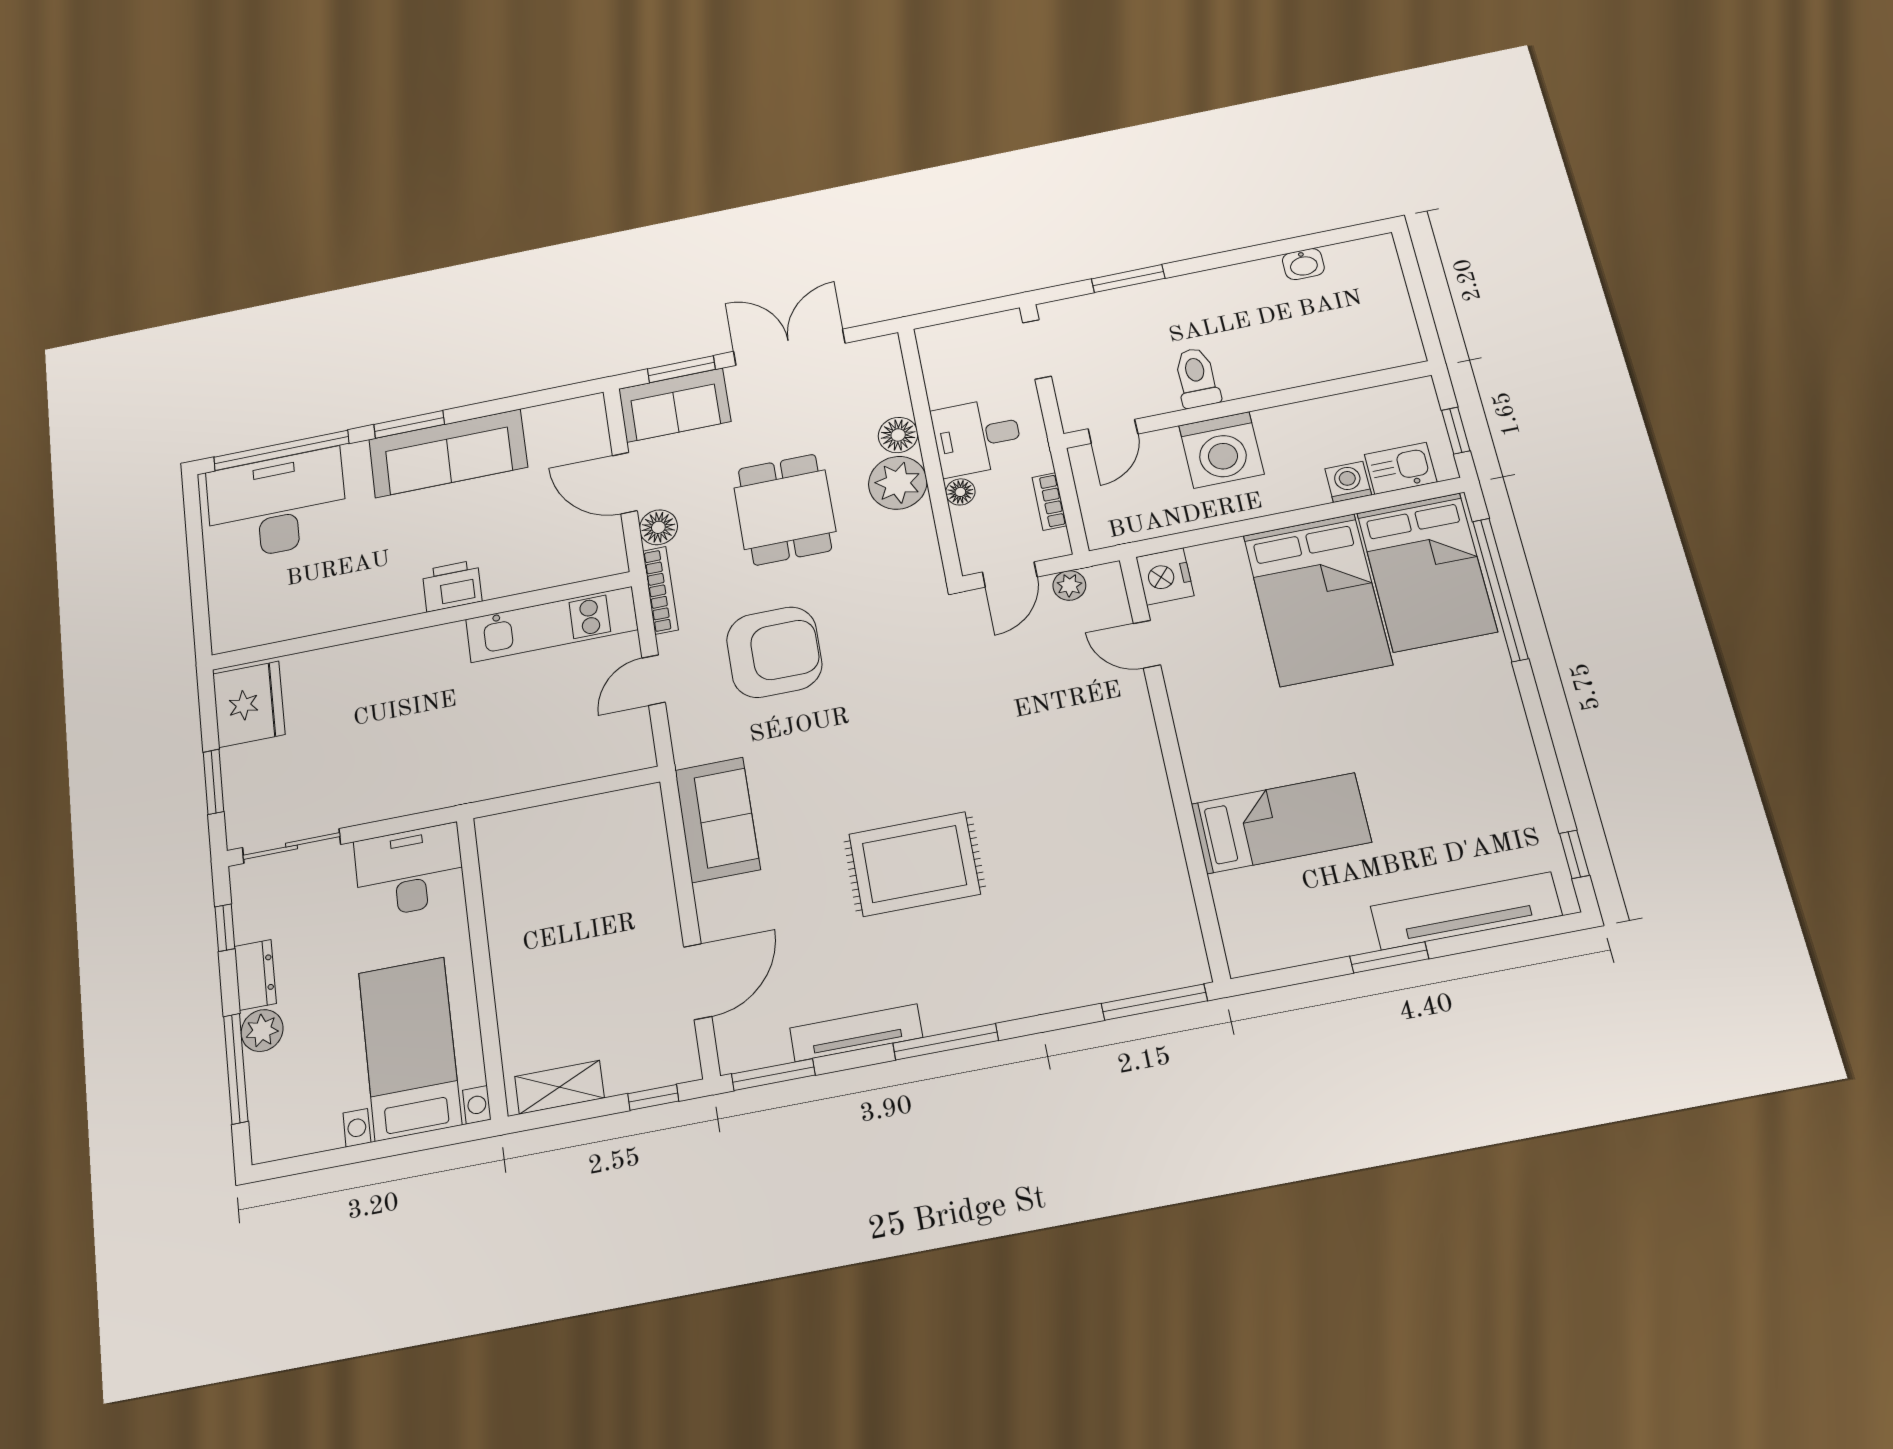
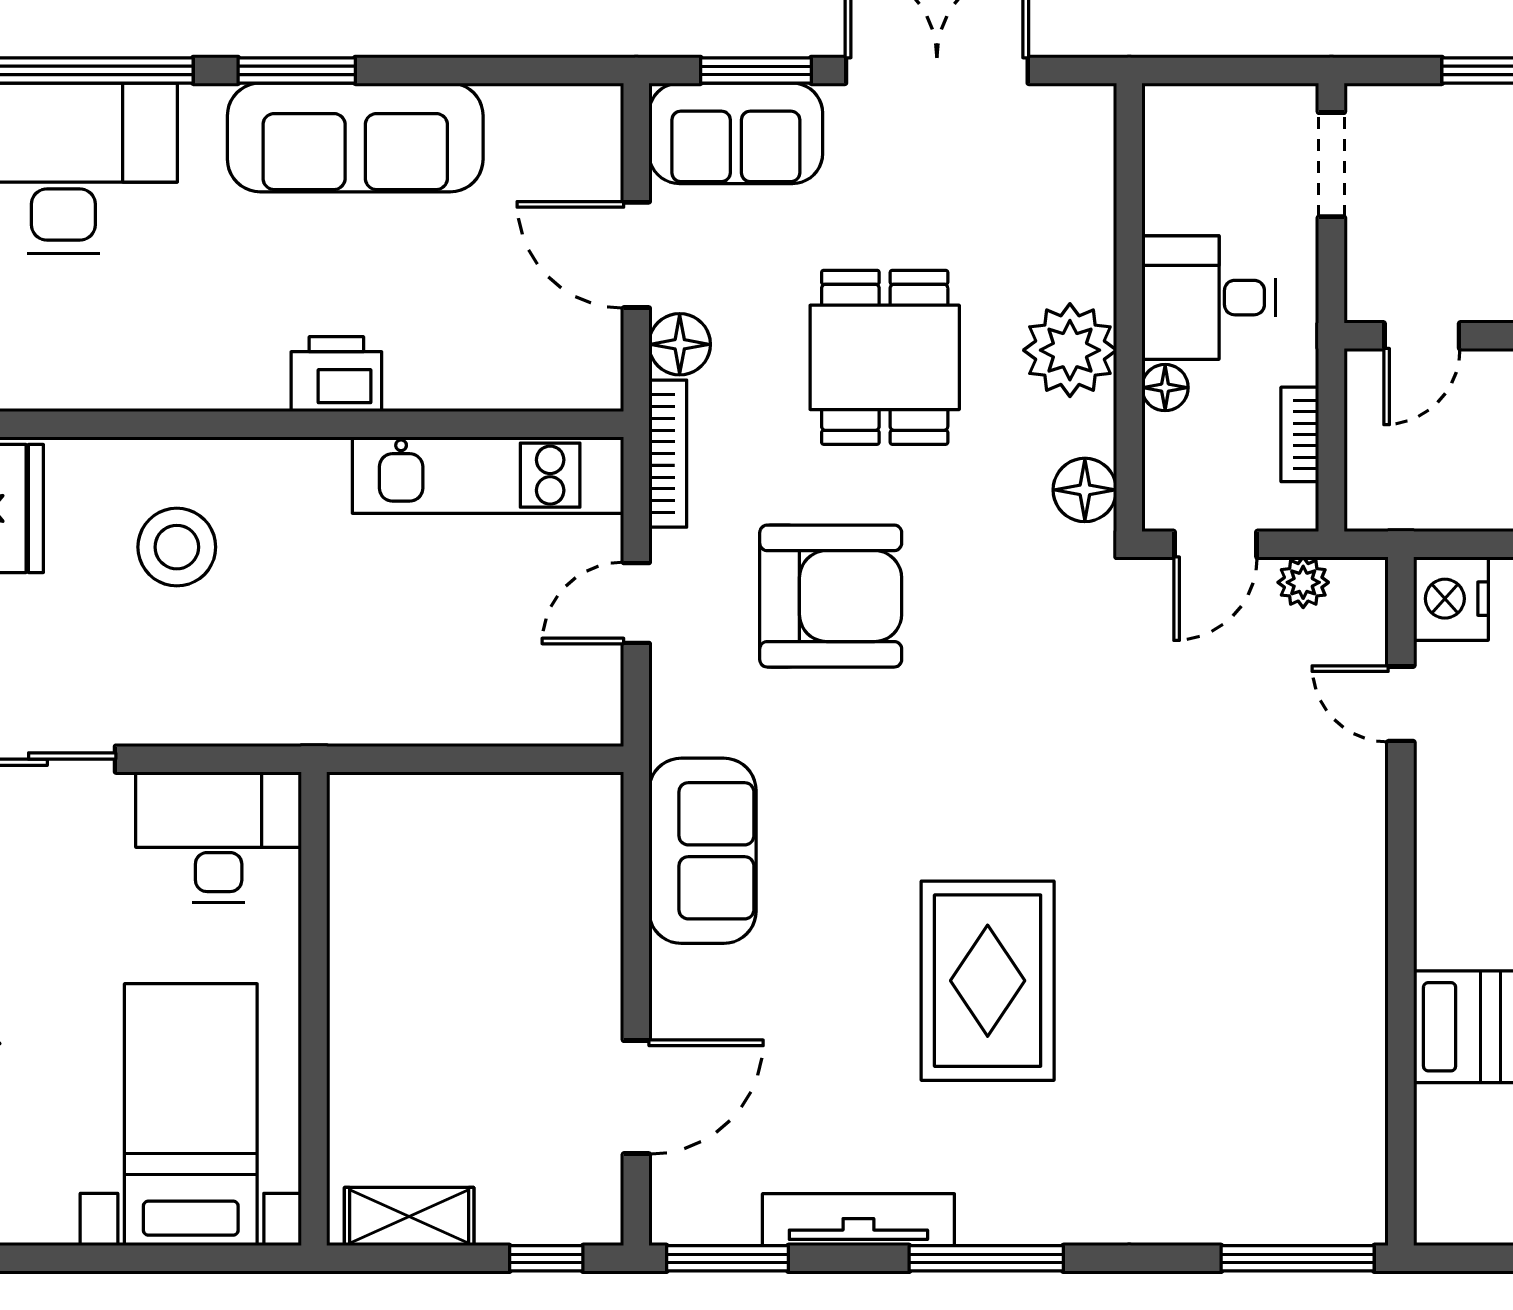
floor lamp: (898, 435) -> (1085, 490), moved
stool: (366, 704) -> (177, 547), added
rug: (914, 864) -> (988, 981), turned 90

